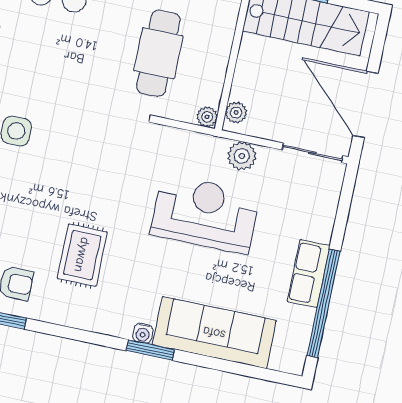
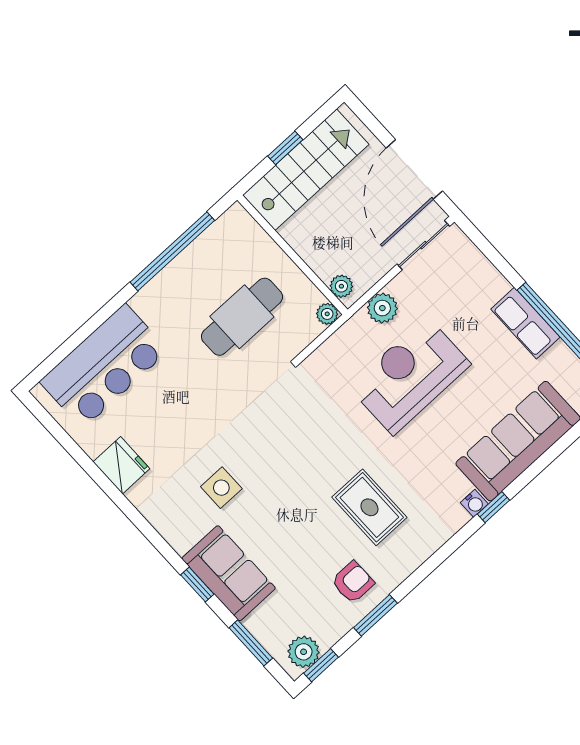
cafe table: (158, 53) -> (242, 317), turned 90
door: (365, 104) -> (414, 169), hinge flipped
window: (150, 350) -> (494, 507), width x0.67

